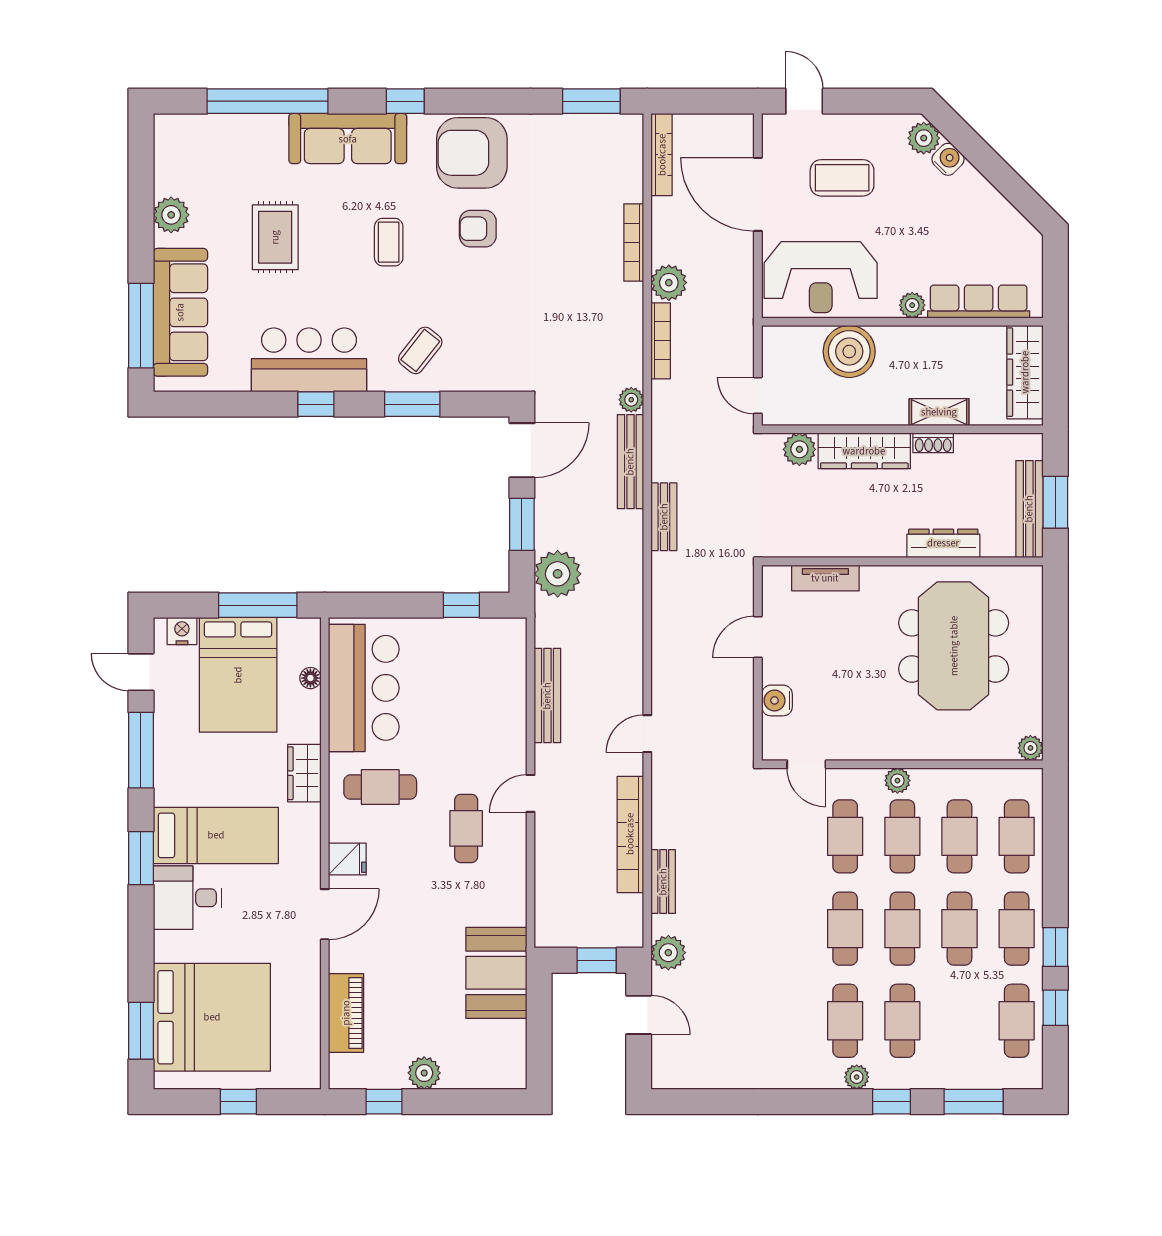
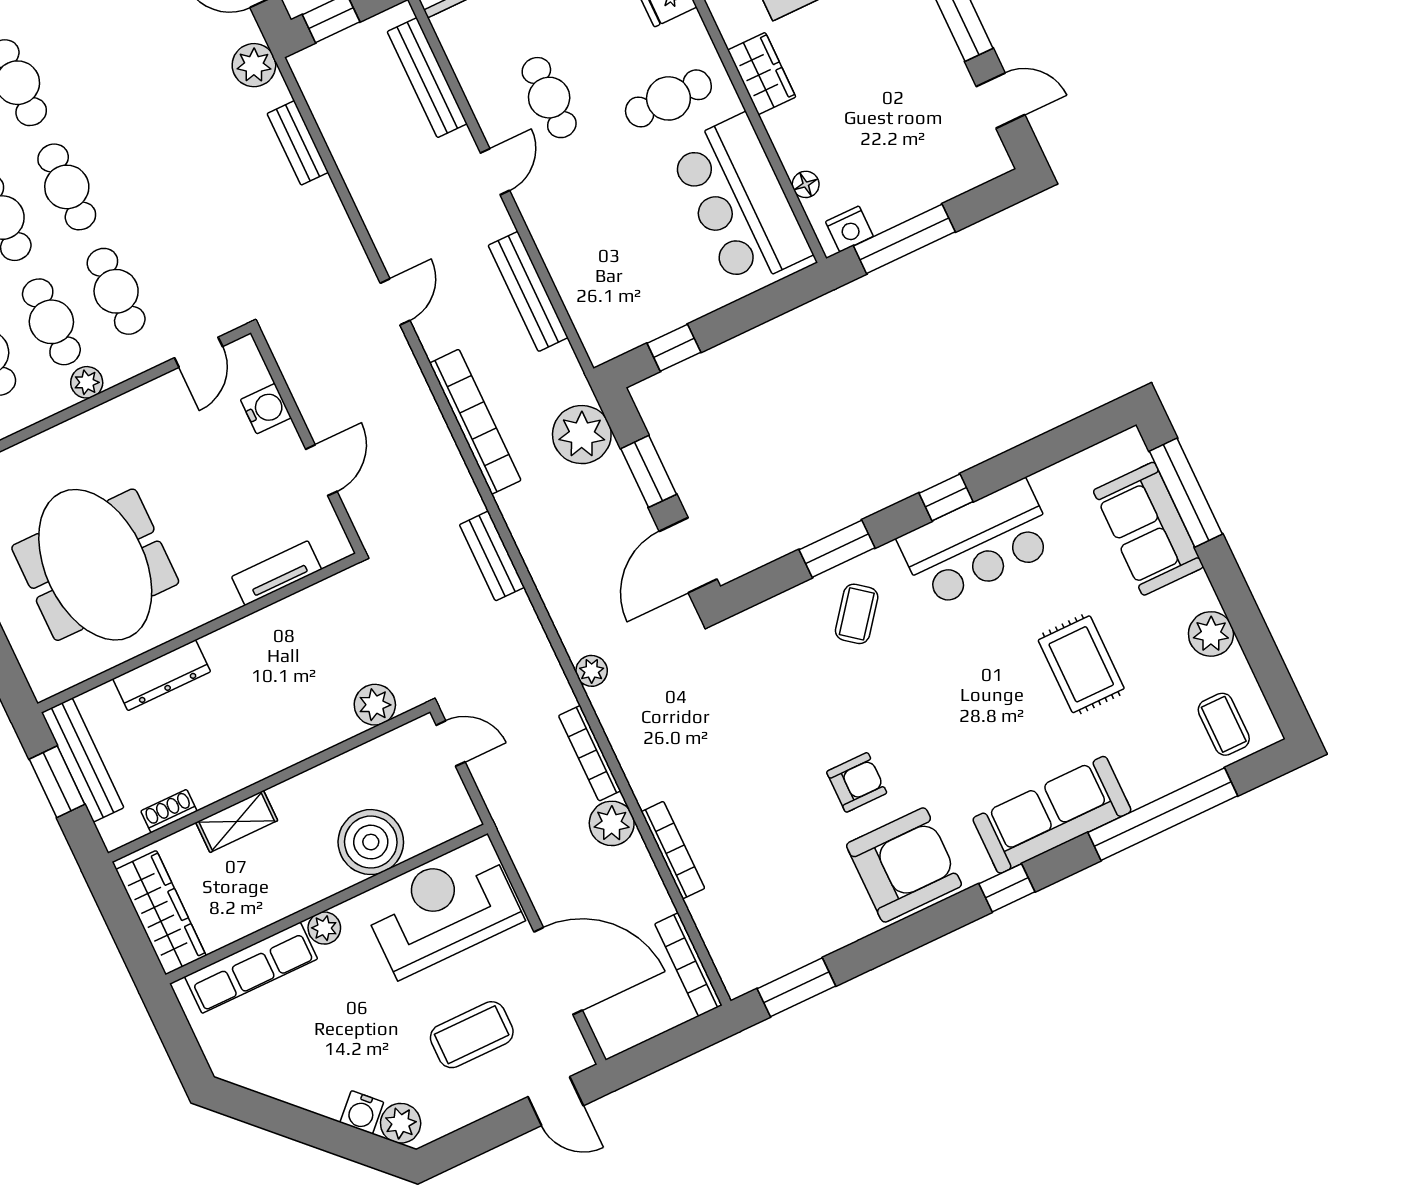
coffee table: (389, 242) -> (1224, 724), moved
sofa: (180, 312) -> (1148, 529), width x0.73
shoe rack: (933, 443) -> (169, 811), moved
wardrobe: (864, 451) -> (301, 738), removed
bench: (630, 462) -> (427, 78), moved
nightstand: (182, 631) -> (849, 229), moved
bed: (238, 675) -> (889, 149), removed
door: (806, 764) -> (198, 352), swing flipped
bookcase: (630, 834) -> (475, 422), moved

